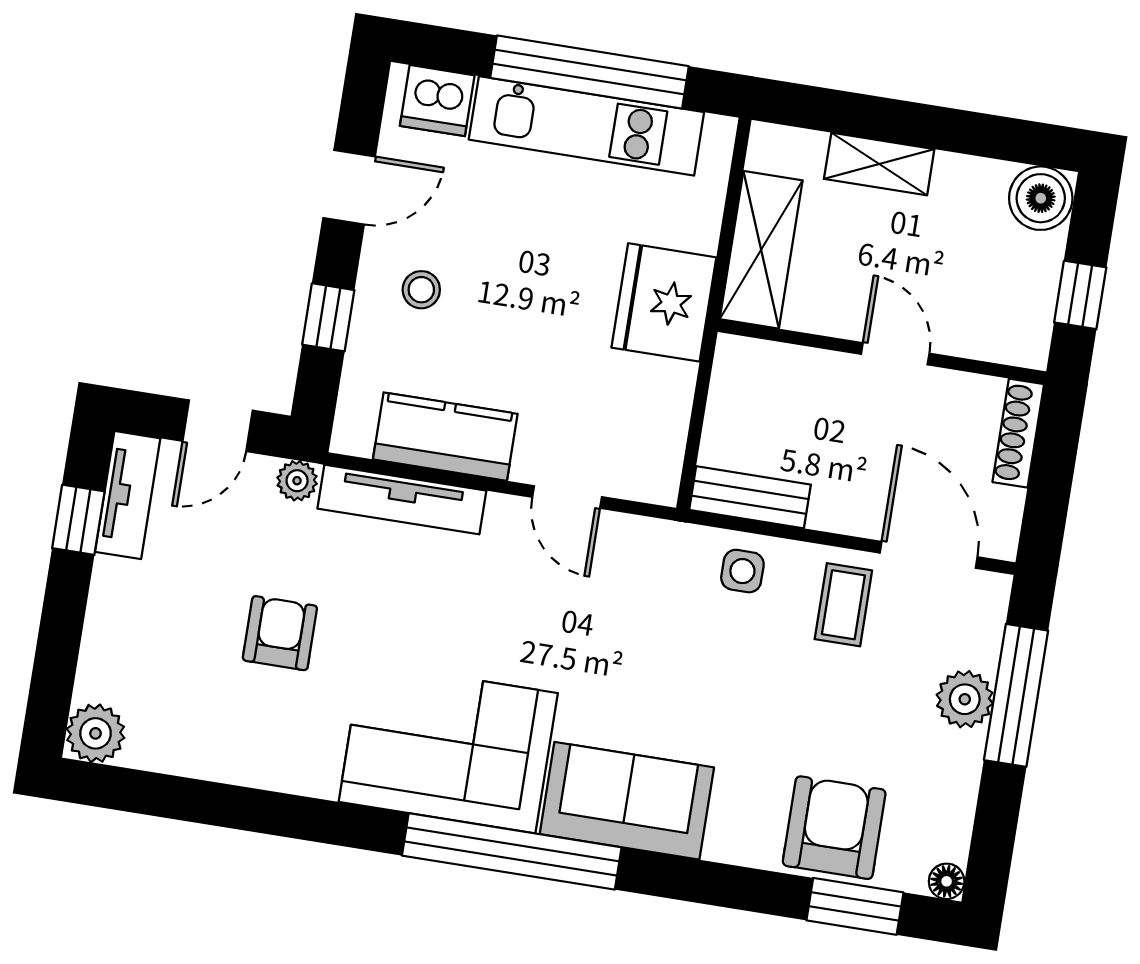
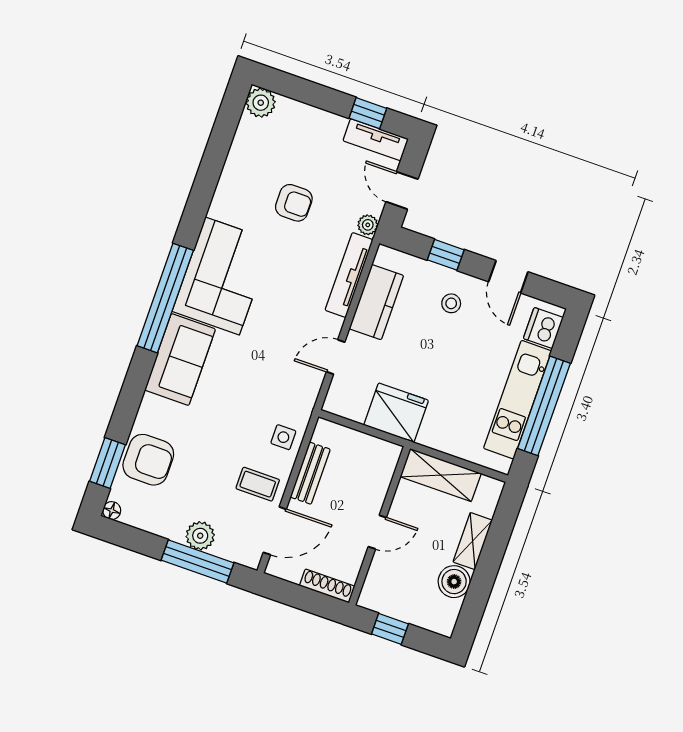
boiler: (1041, 198) -> (454, 582), moved
fridge: (664, 302) -> (396, 413), moved
bench: (750, 497) -> (310, 473), moved

